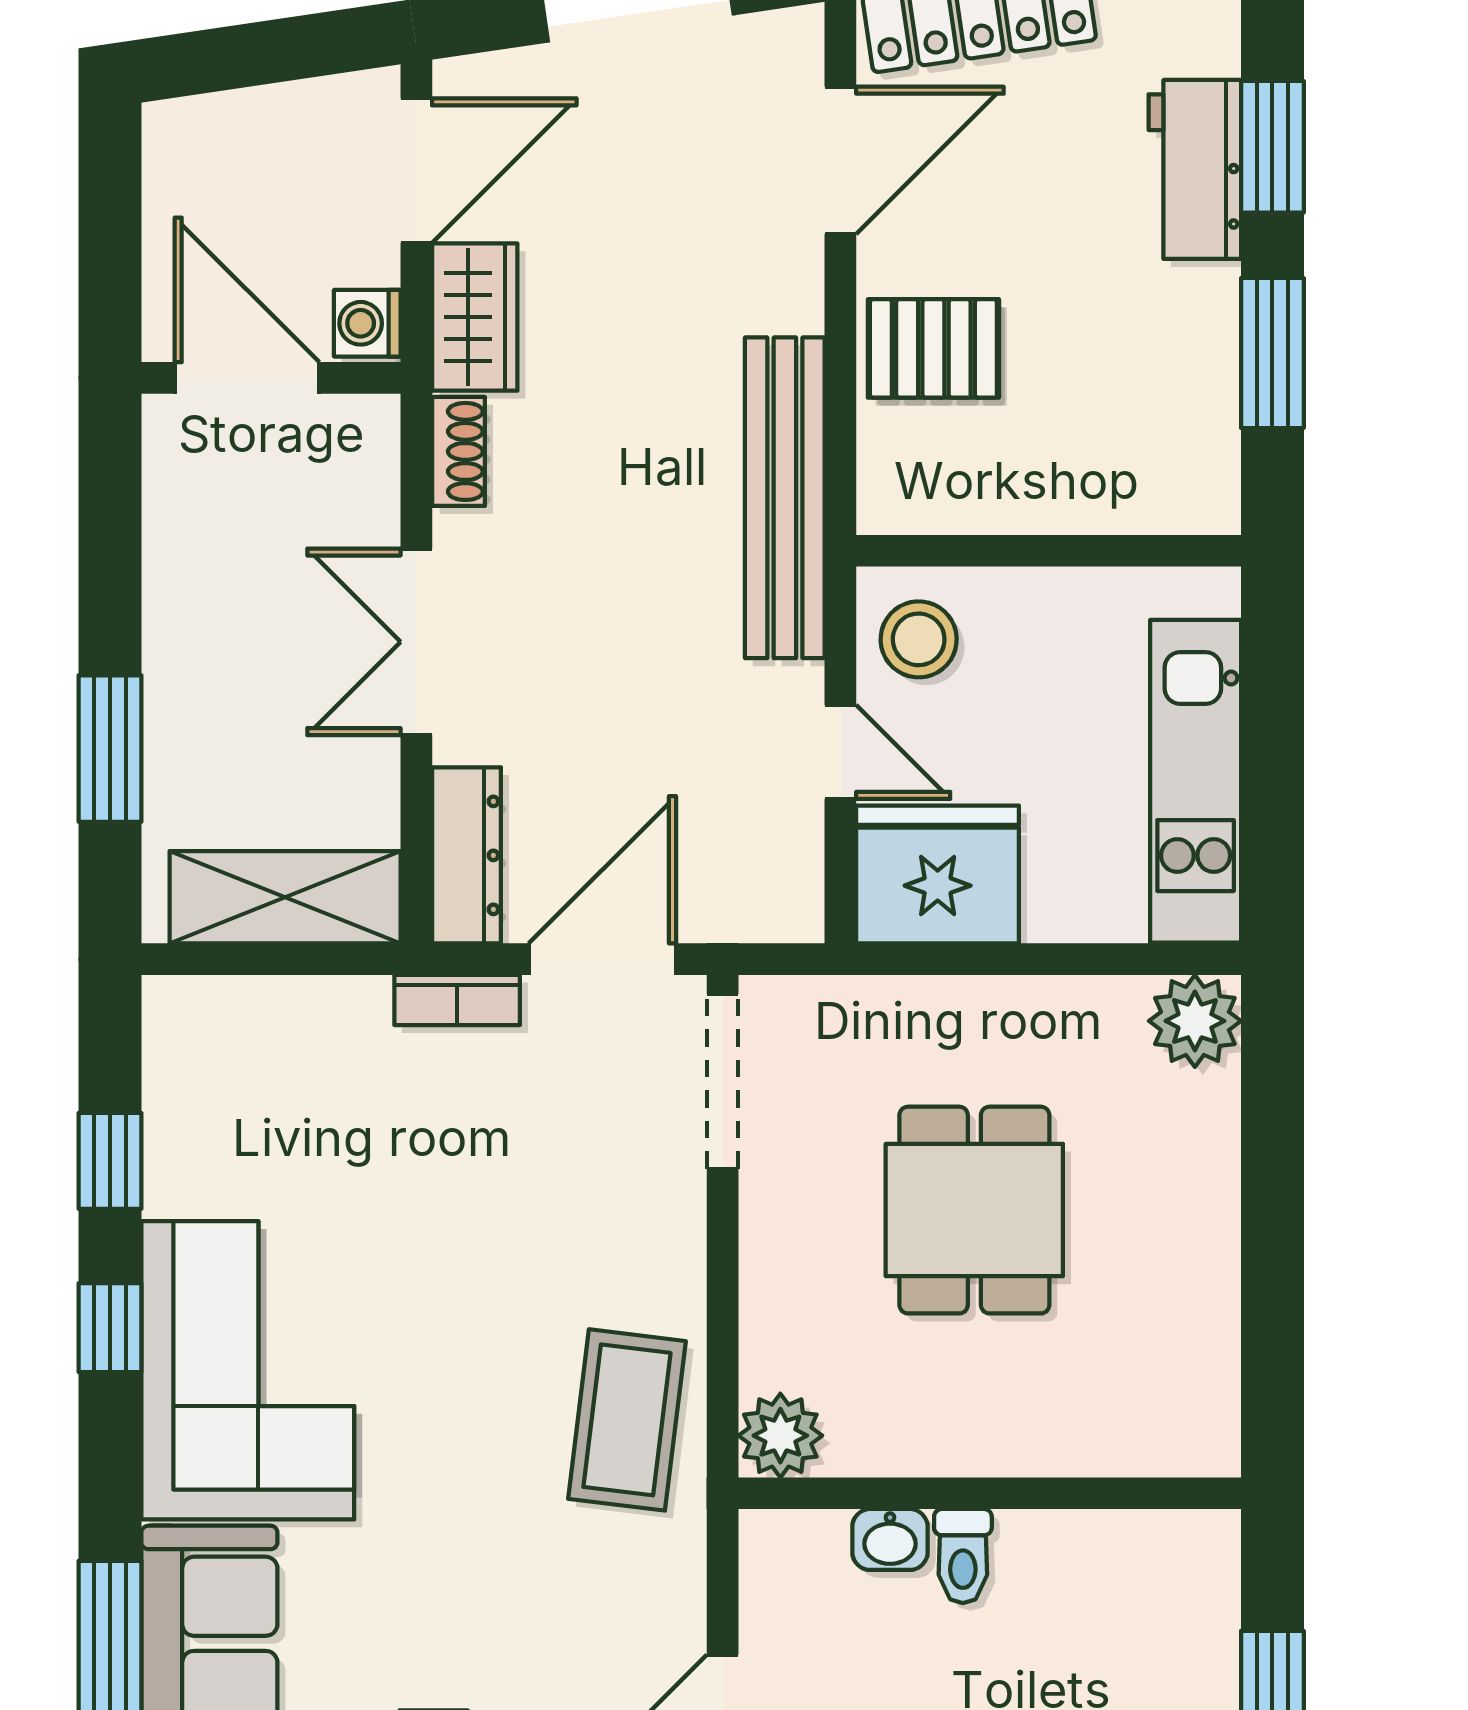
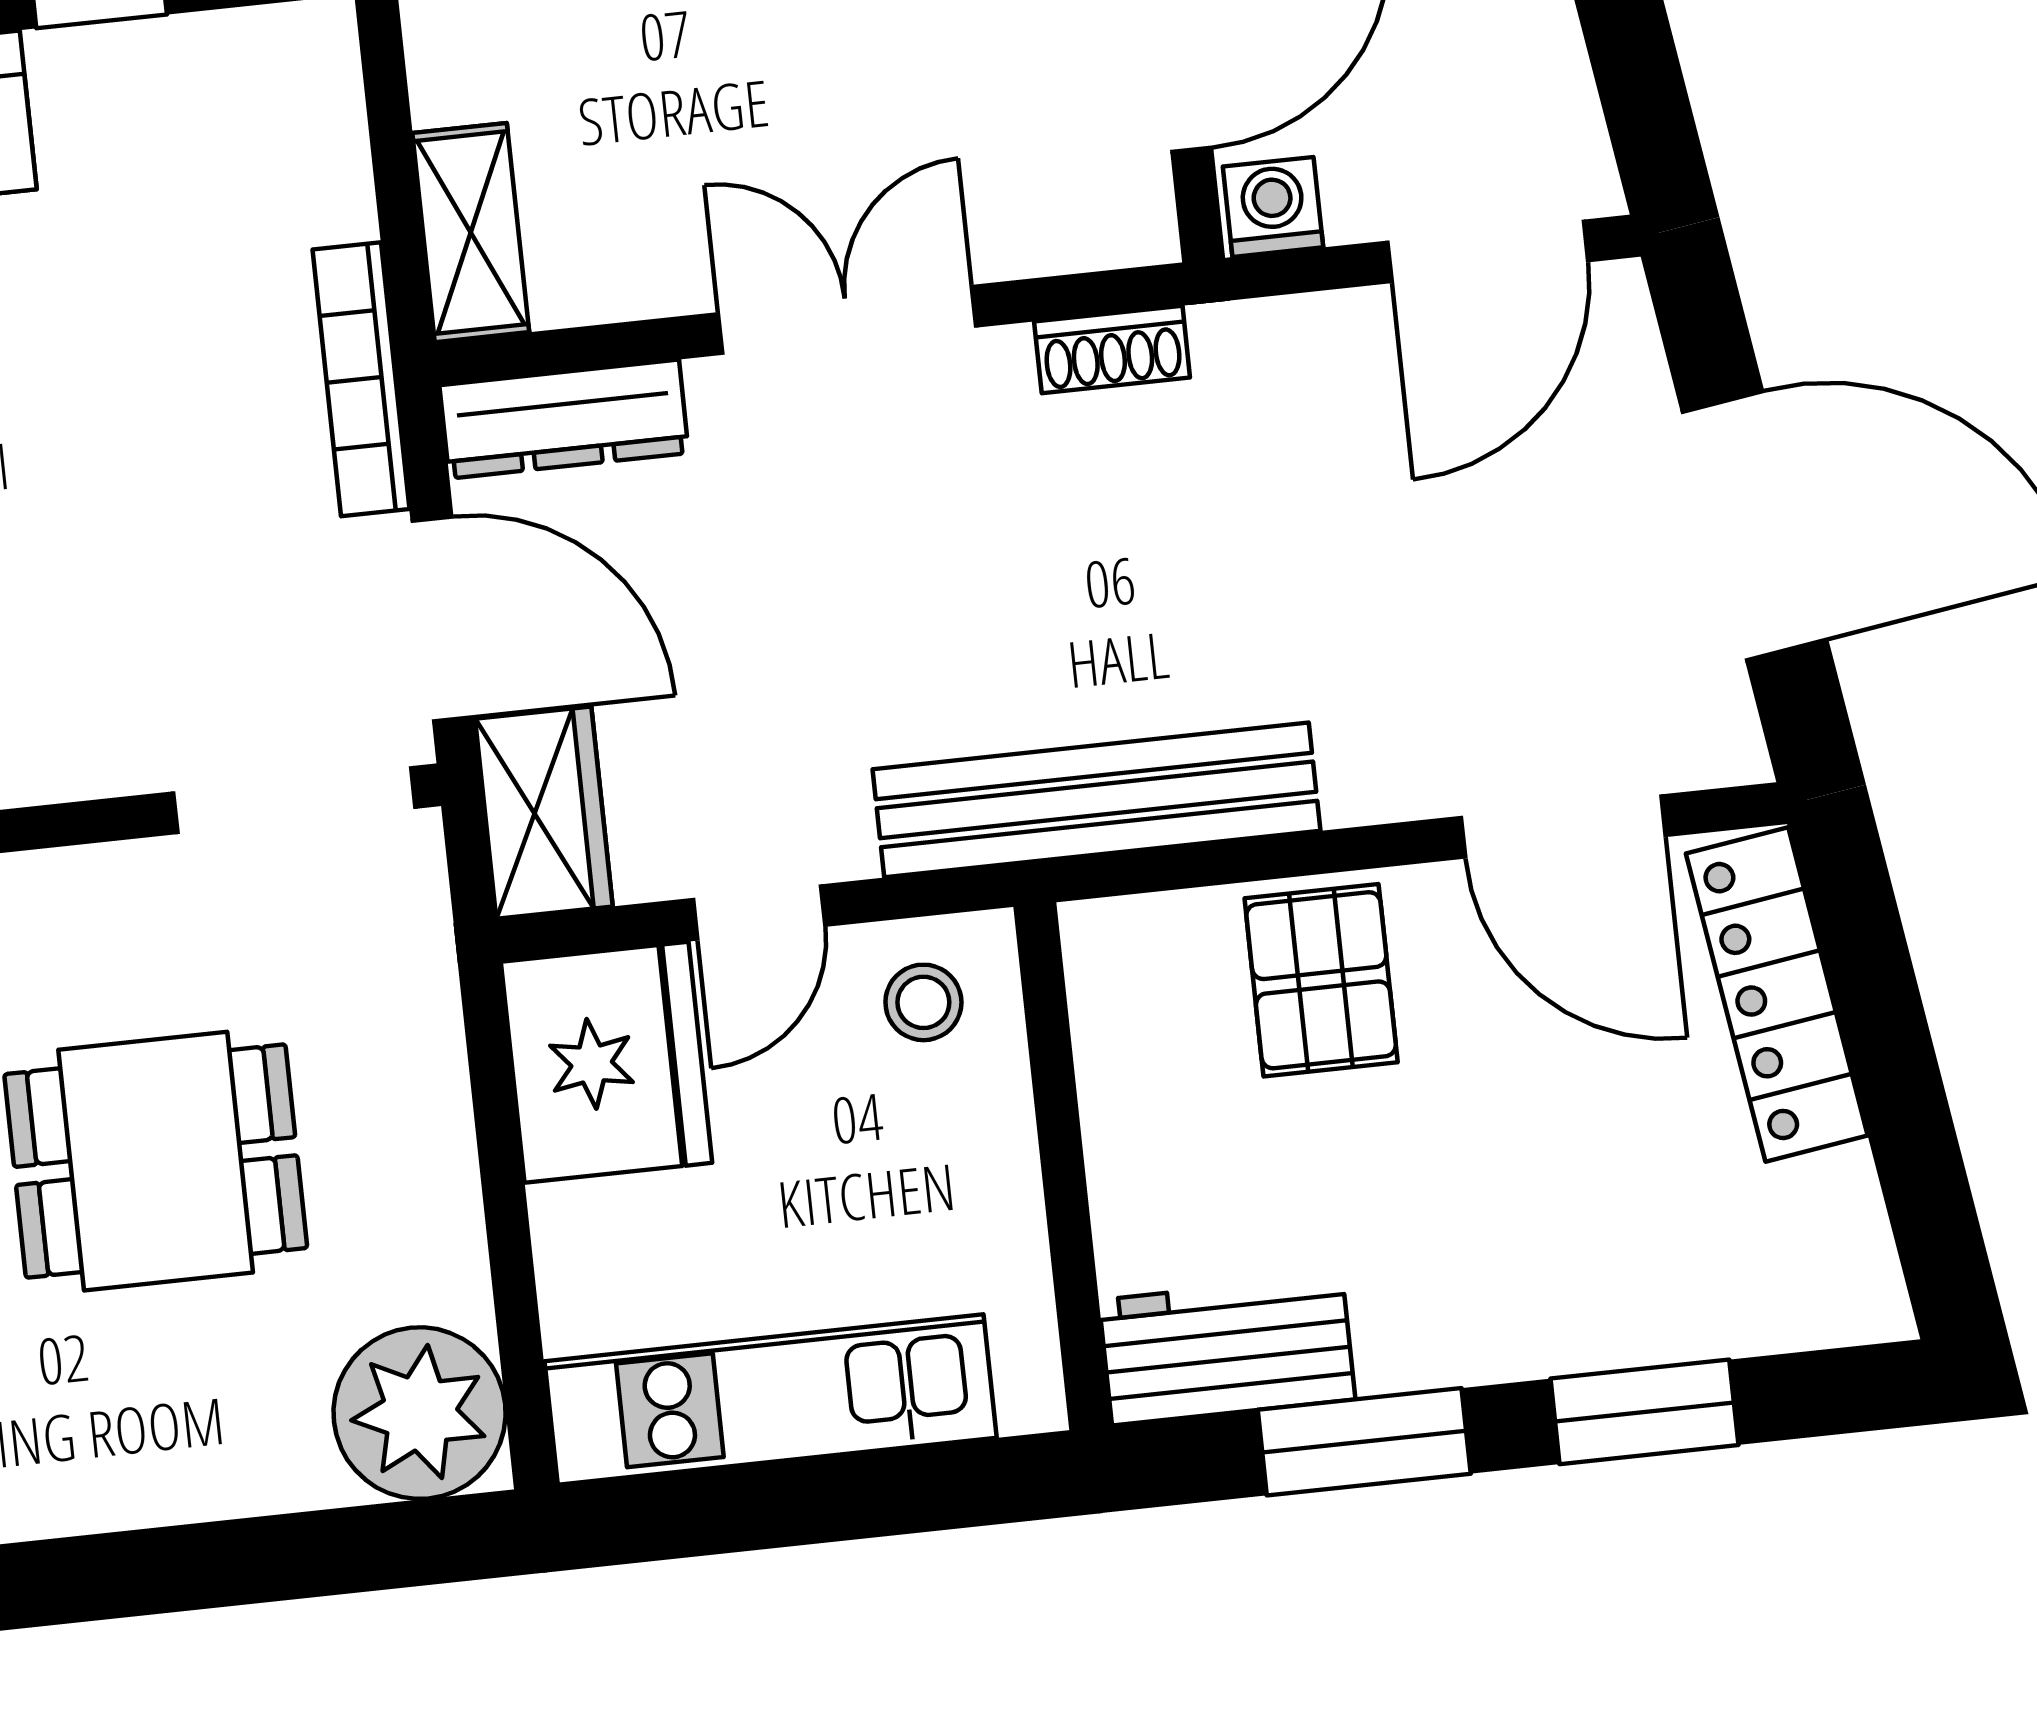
workbench: (1195, 169) -> (1227, 1350), moved
door: (416, 171) -> (1488, 251), hinge flipped
wardrobe: (475, 317) -> (544, 813), moved, turned -90
stool: (919, 639) -> (923, 1002), width x0.73, depth x0.73
shelving: (285, 897) -> (471, 233), width x0.67, depth x0.75
bookcase: (457, 1000) -> (361, 379), width x1.56
plant: (1195, 1021) -> (420, 1413), width x1.36, depth x1.36

